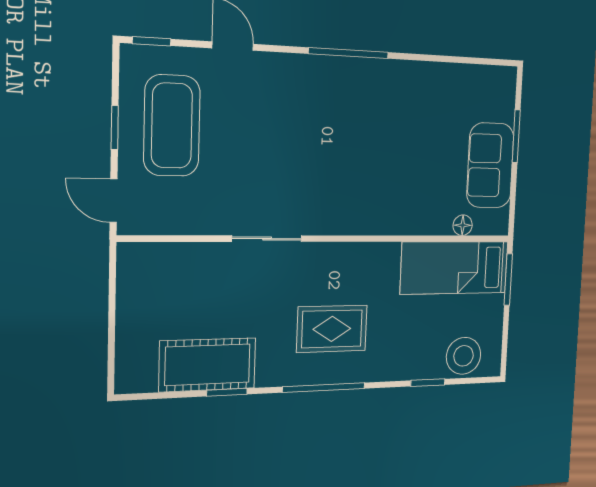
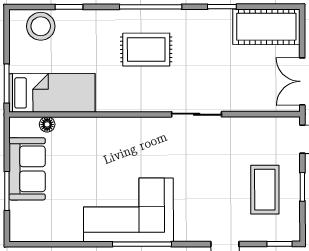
corner sofa: (365, 103) -> (128, 210), added
coffee table: (172, 126) -> (265, 190), width x0.73, depth x0.76
double door: (112, 287) -> (302, 81), added
cot: (208, 365) -> (266, 27), moved

